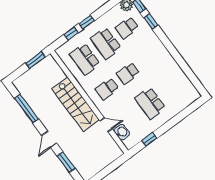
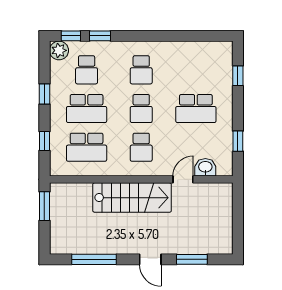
window: (87, 22) -> (44, 94), moved
school desk: (149, 58) -> (141, 70), added
window: (185, 113) -> (238, 76), added

